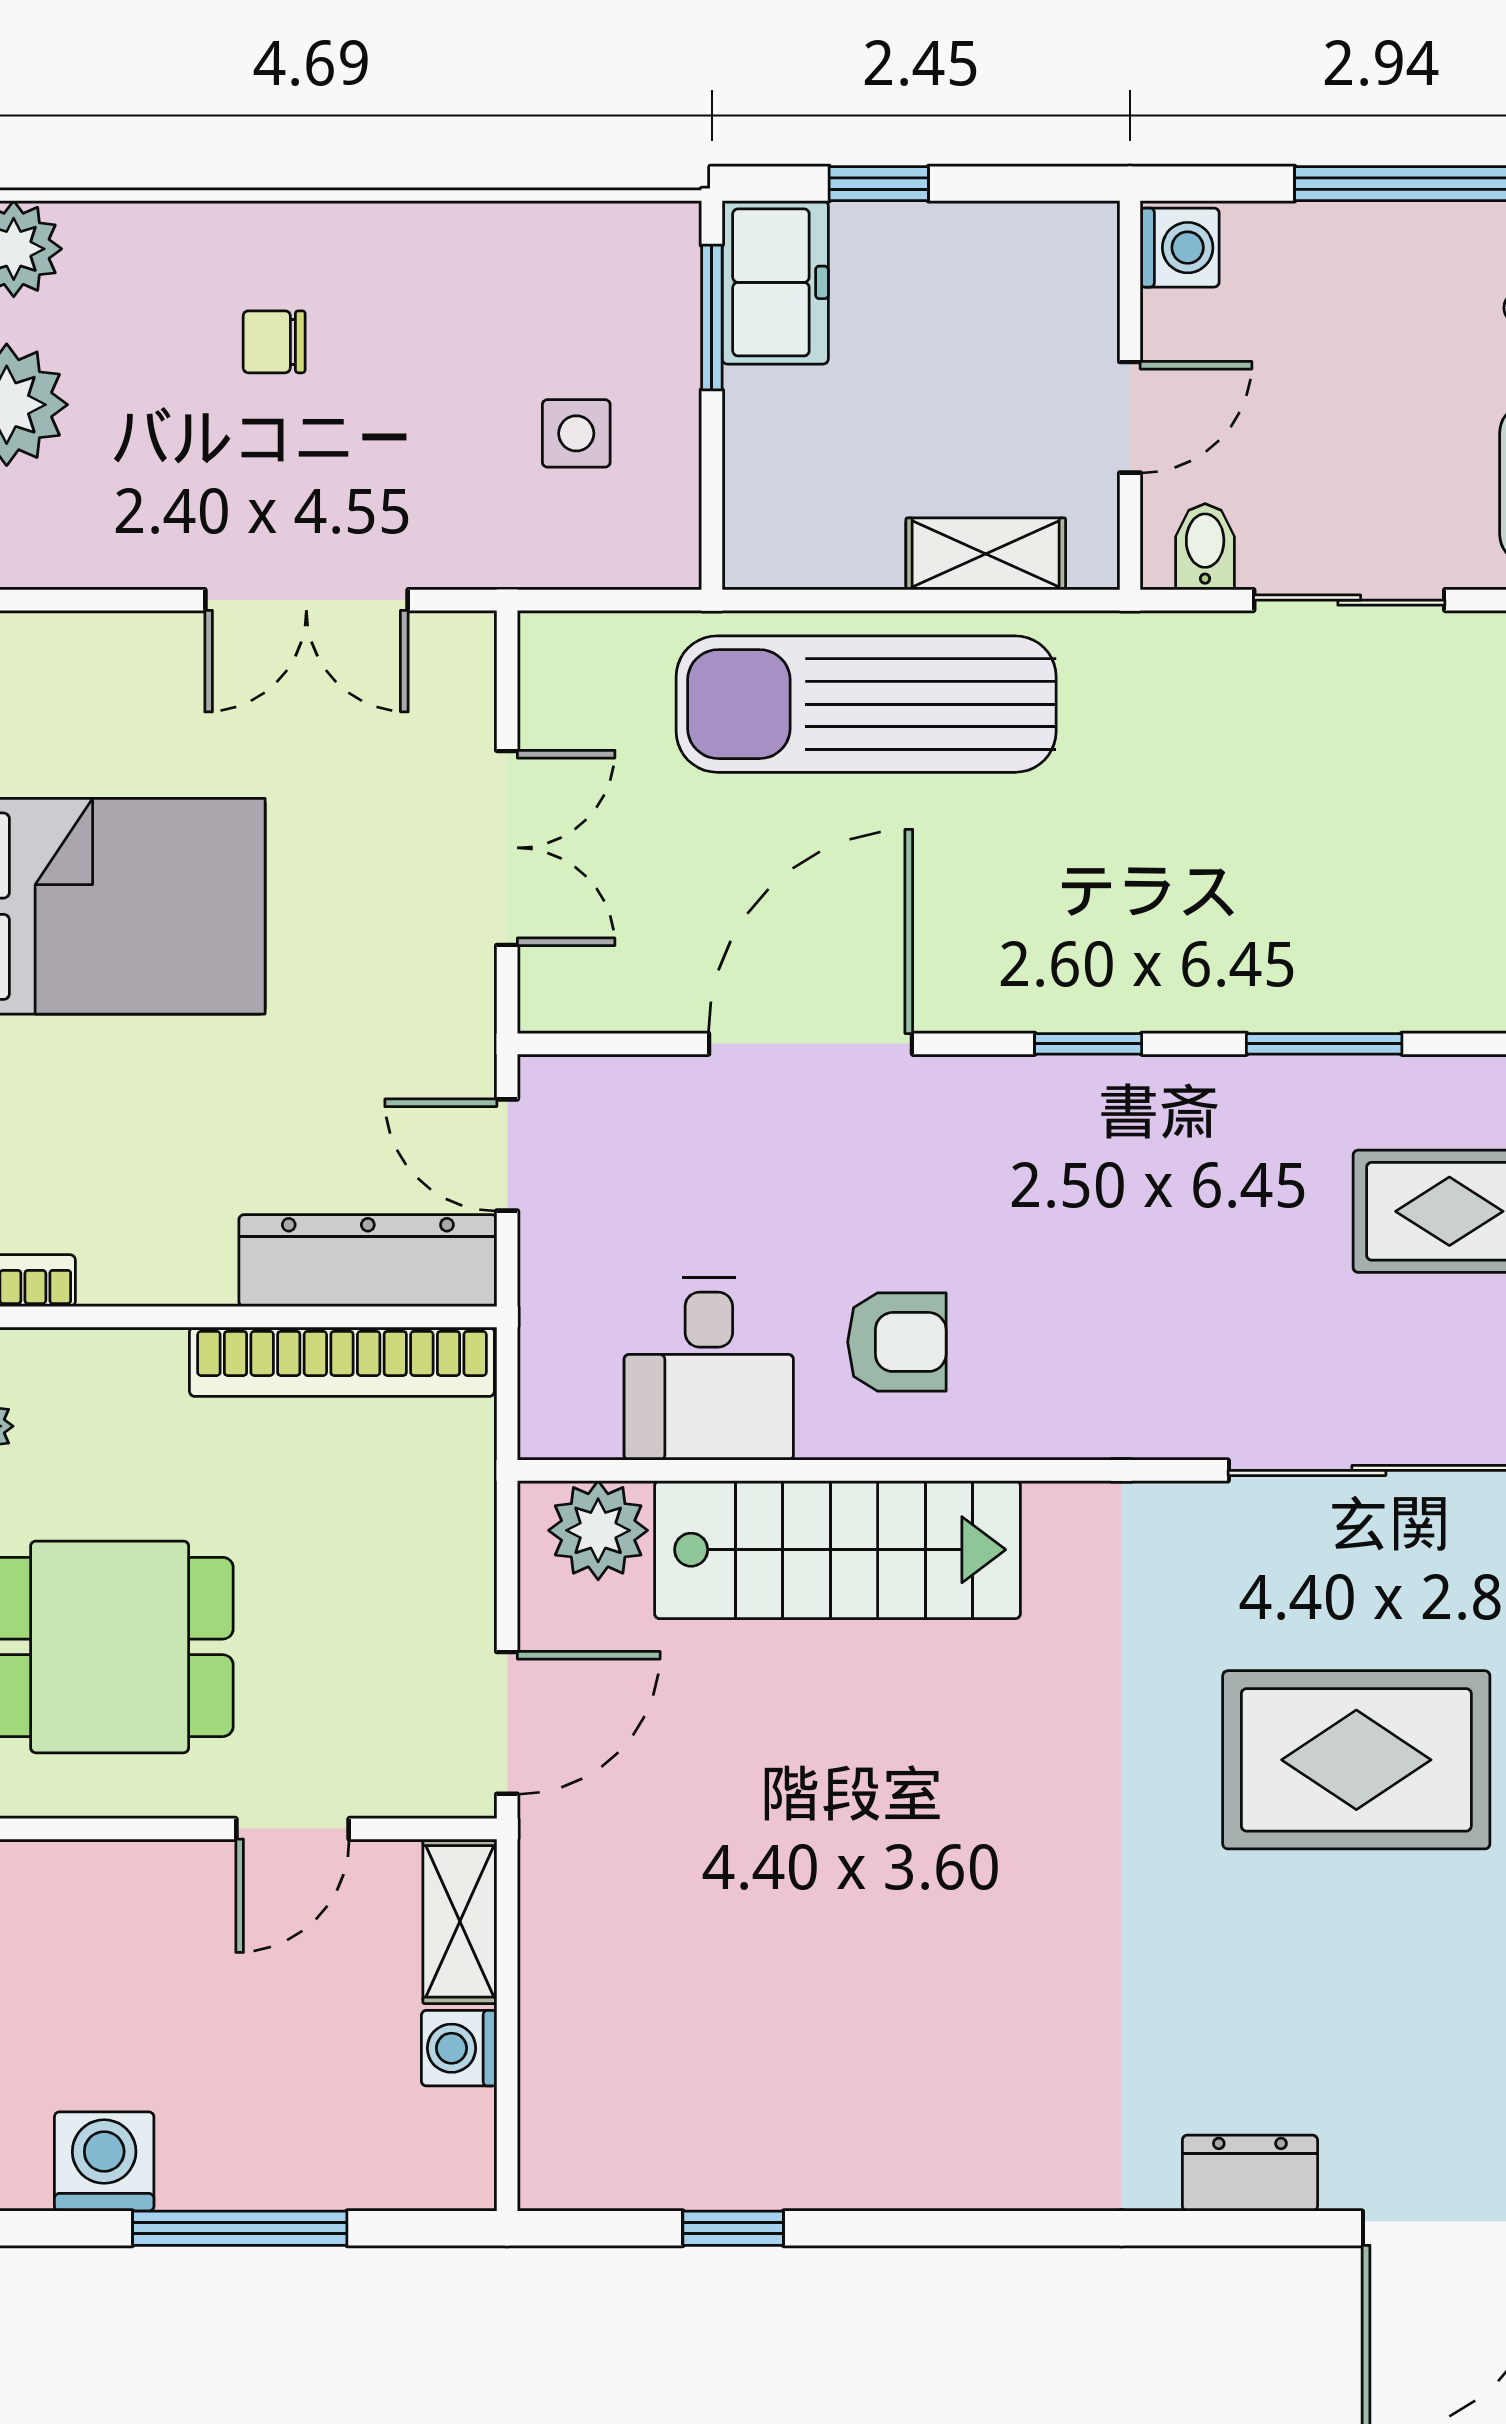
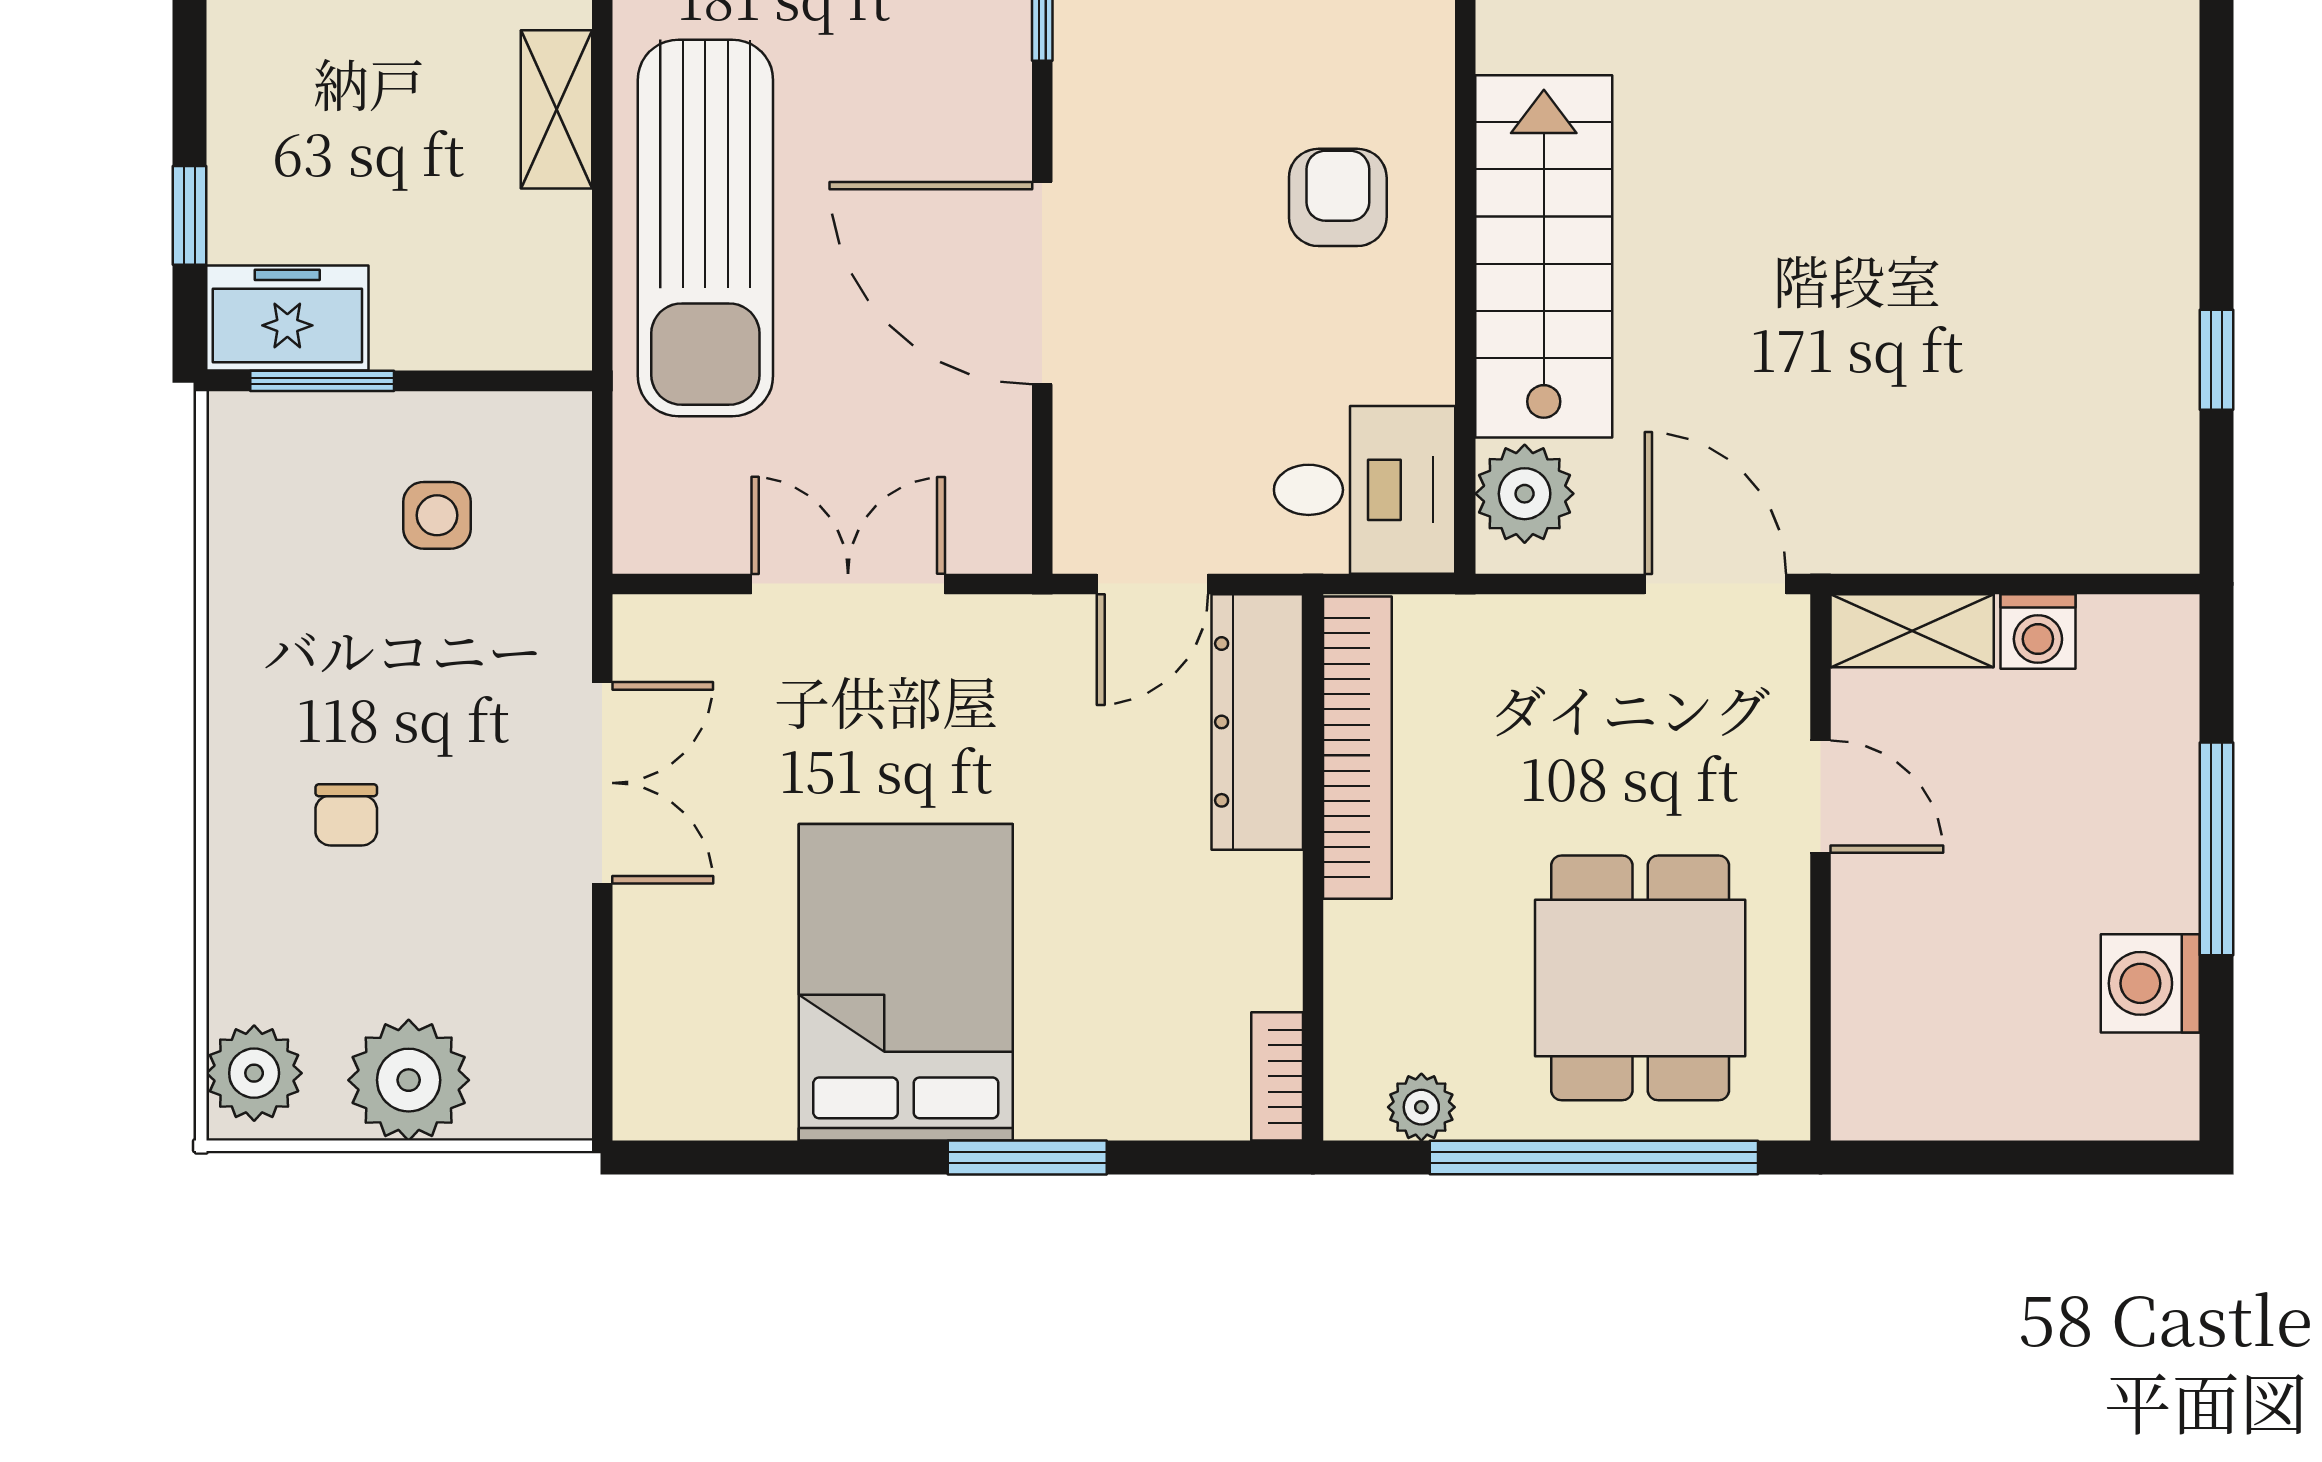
desk: (709, 1369) -> (1365, 490), moved

